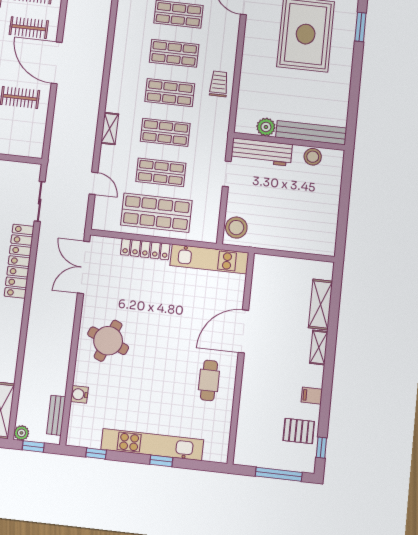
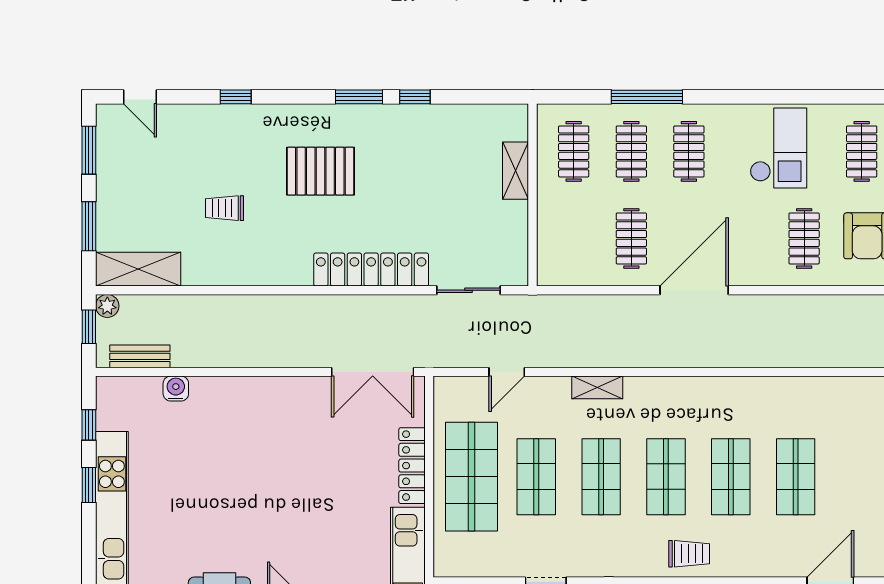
clothes rail: (29, 28) -> (746, 238), removed
double door: (84, 267) -> (373, 372), swing flipped
round table: (108, 341) -> (263, 424), removed
window: (161, 461) -> (89, 485), moved

